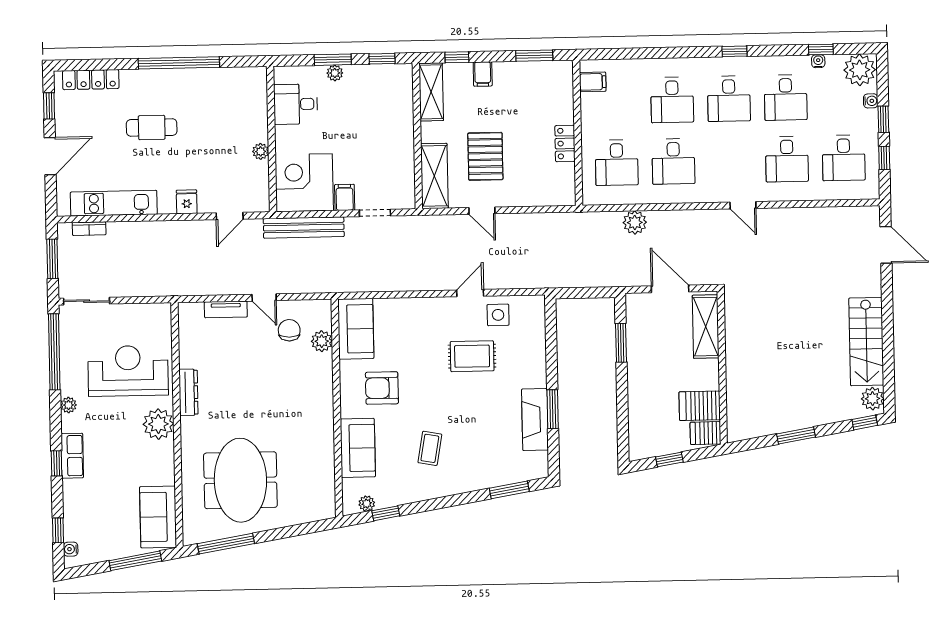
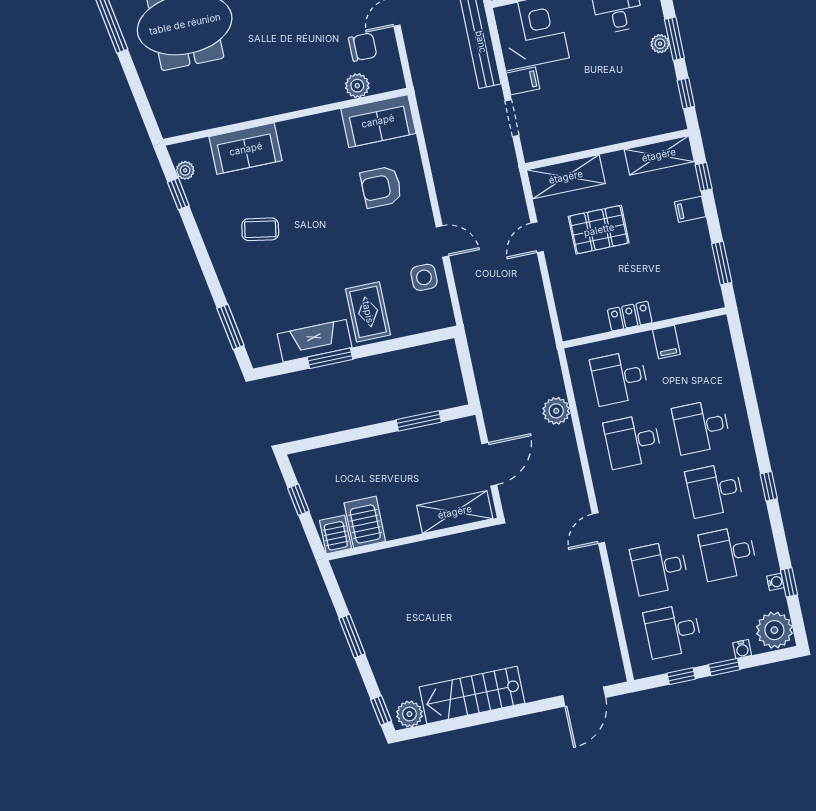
filing cabinet: (593, 82) -> (666, 342), moved
rug: (472, 356) -> (368, 312), moved
armchair: (382, 388) -> (381, 187), moved, turned -90

